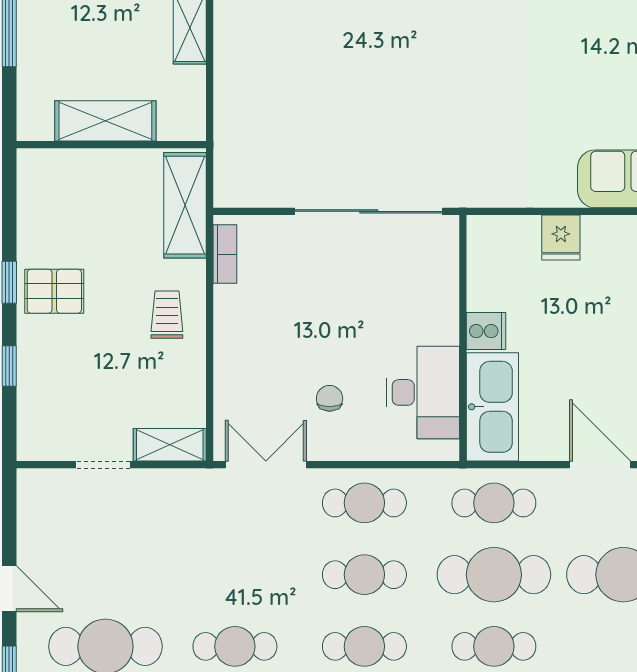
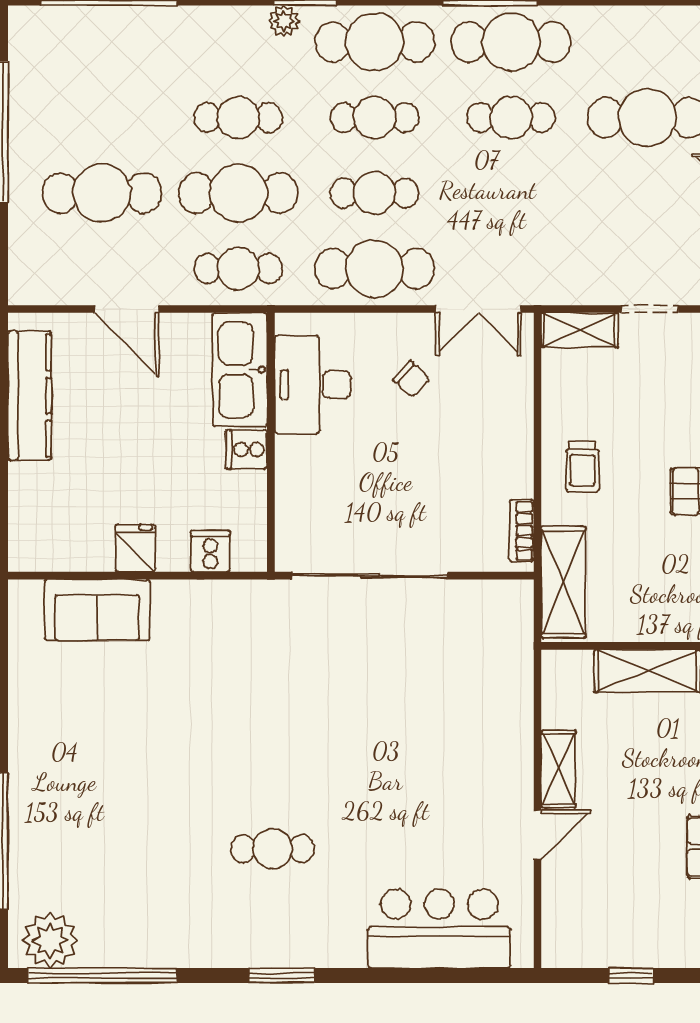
cooker: (520, 235) -> (210, 551), added
fridge: (561, 238) -> (135, 548), moved
chair: (330, 398) -> (411, 379), turned -48
cafe table: (364, 503) -> (375, 269), width x1.37, depth x1.35

